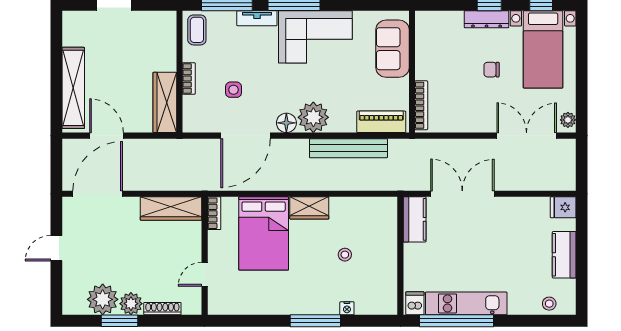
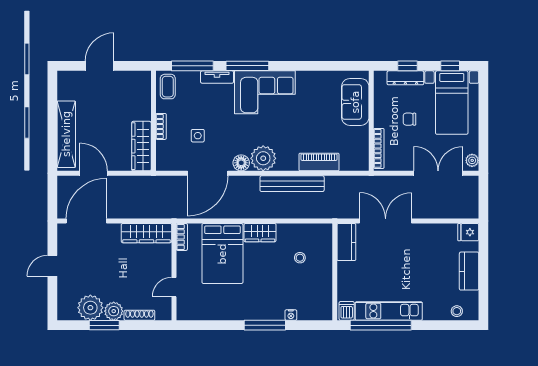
sofa: (393, 49) -> (355, 102), moved
wall: (412, 72) -> (371, 121), moved
bookcase: (421, 105) -> (379, 148), moved
stool: (345, 255) -> (300, 258), moved

